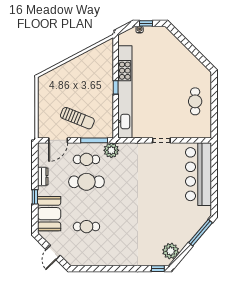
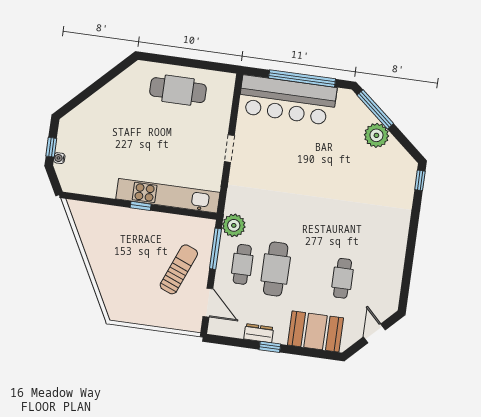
kitchen unit: (125, 92) -> (168, 196), width x0.73
cafe table: (195, 101) -> (178, 90), width x1.37, depth x1.35
window: (214, 182) -> (302, 78), added
window: (35, 197) -> (270, 347), moved
plant: (171, 251) -> (376, 135), moved
door: (53, 253) -> (374, 333), swing flipped

